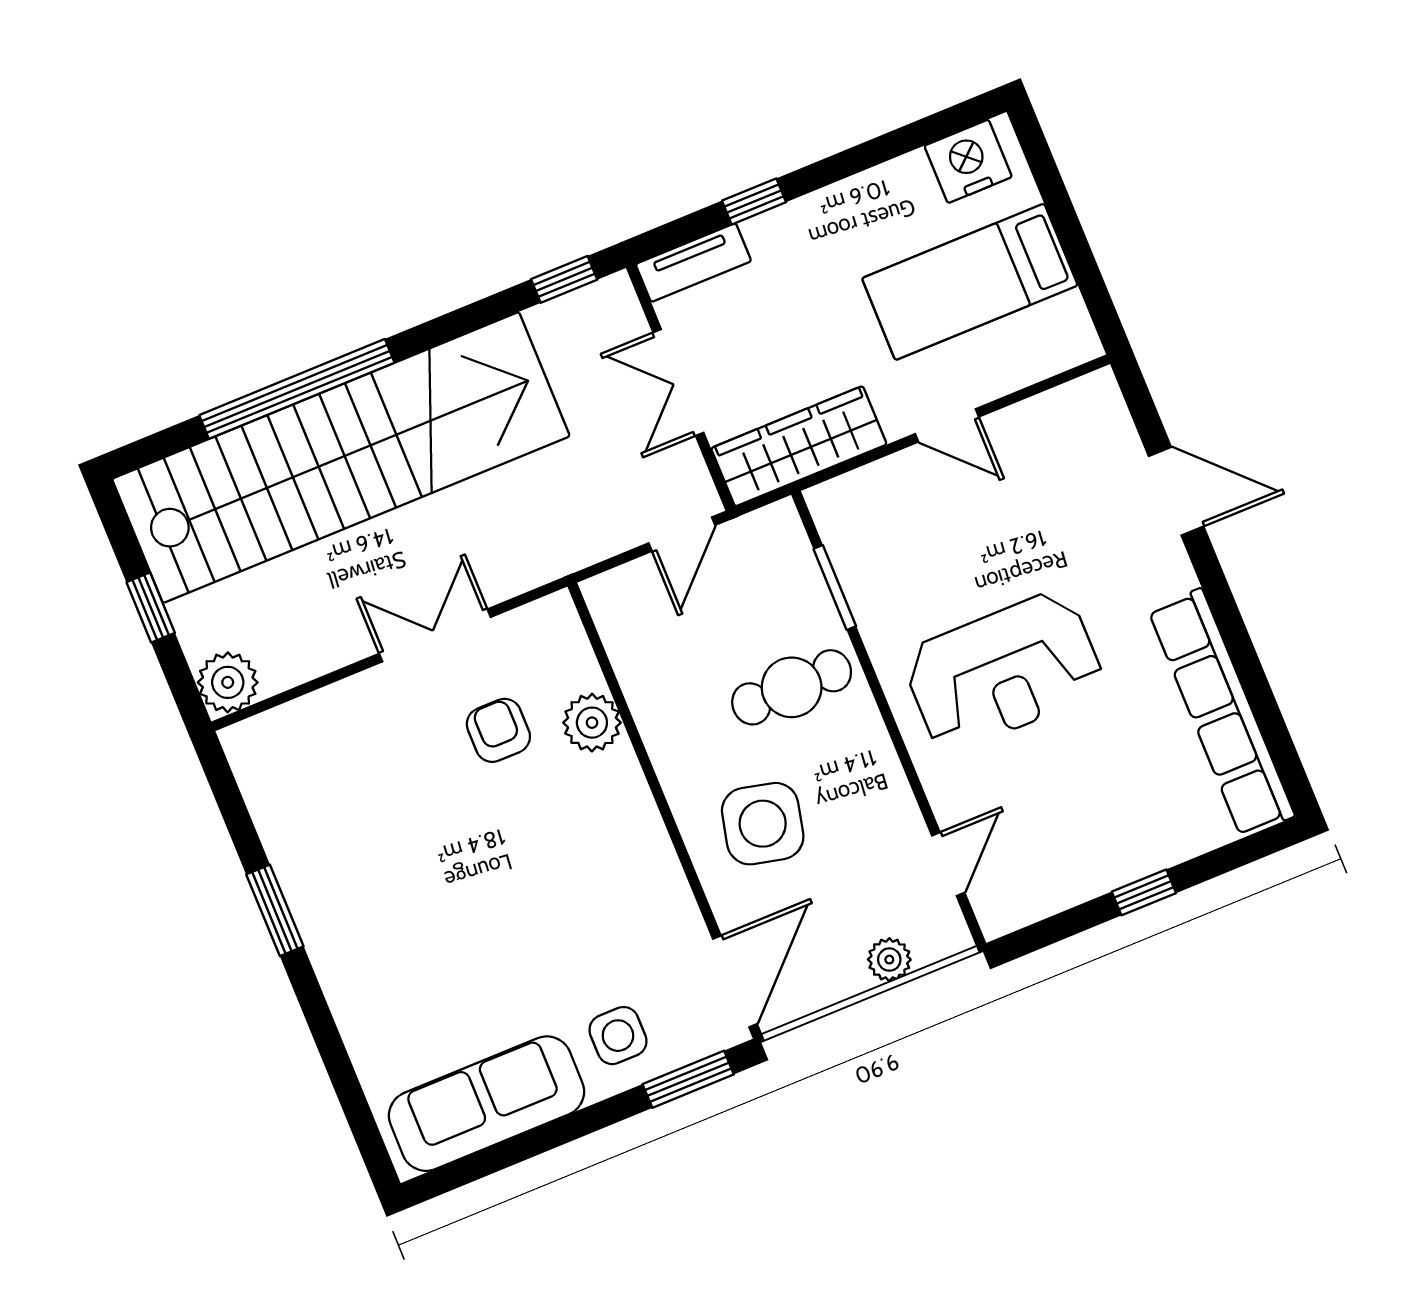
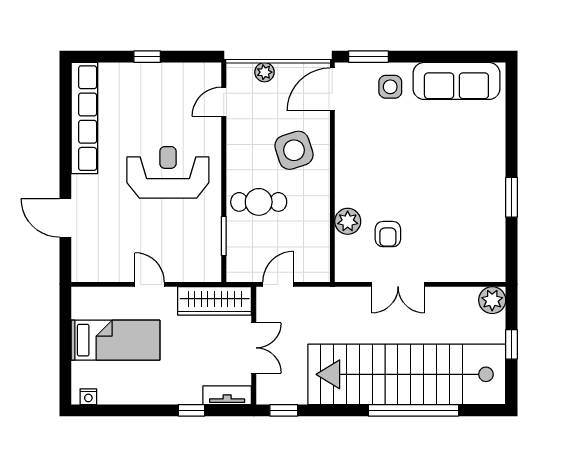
nightstand: (968, 161) -> (88, 397), width x0.53, depth x0.56
side table: (763, 824) -> (294, 150), turned -31

